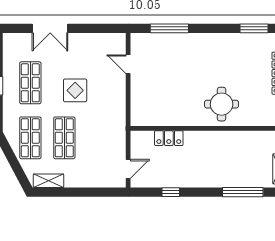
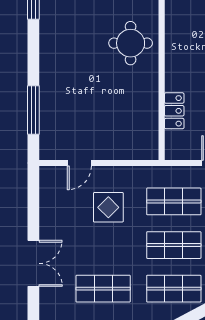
display table: (75, 90) -> (108, 207), moved
shop shelf: (98, 138) -> (174, 201), added

